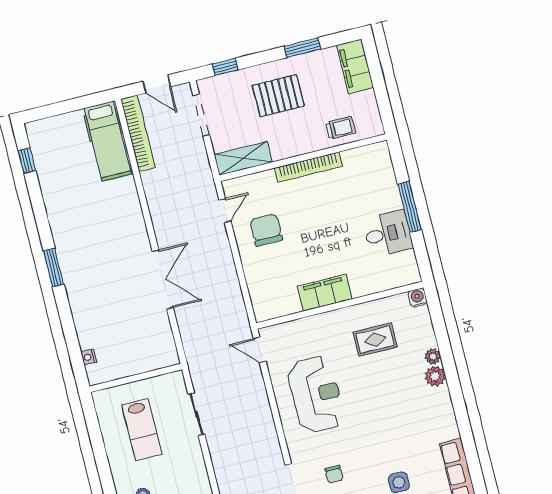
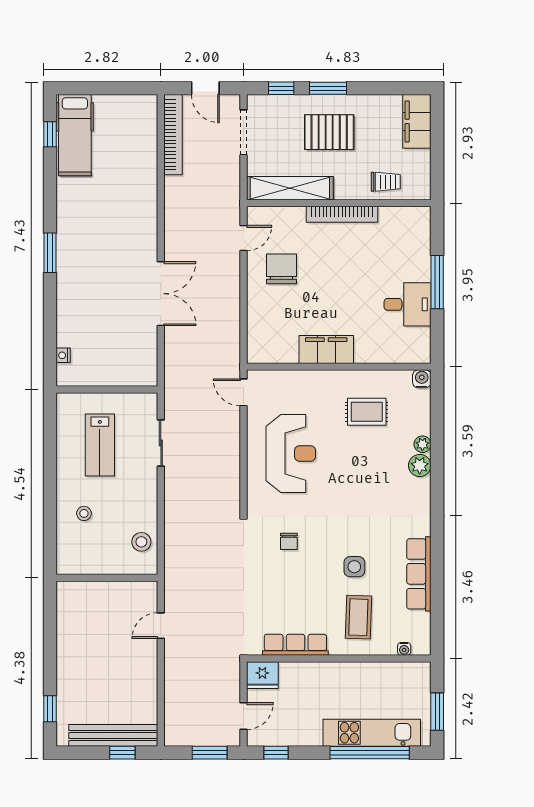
window: (302, 48) -> (328, 88), moved
hospital bed: (108, 141) -> (75, 135), moved
shelving: (243, 158) -> (290, 188), width x1.47

